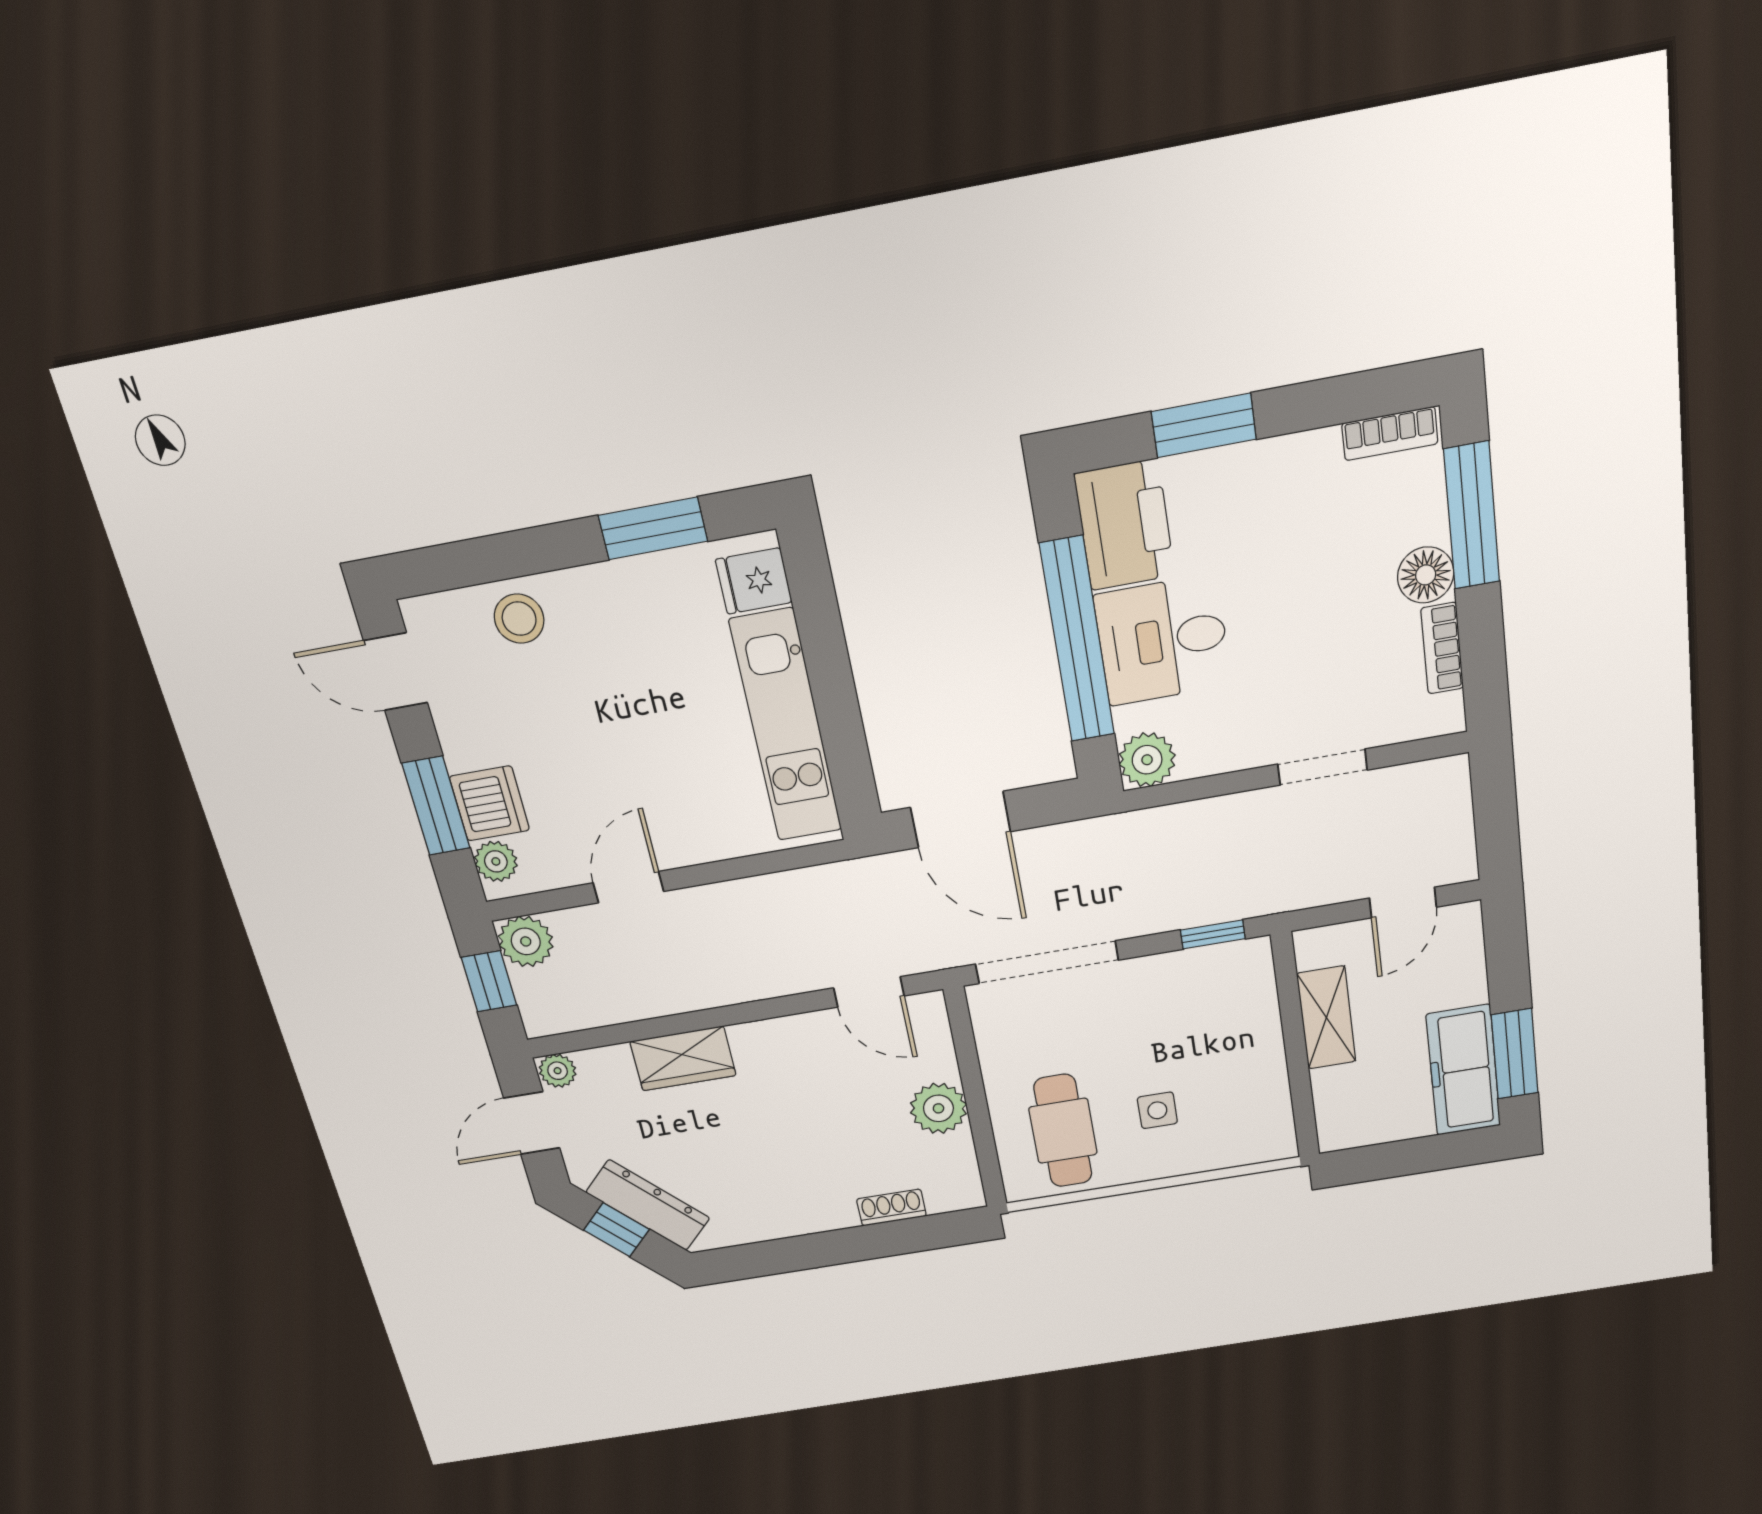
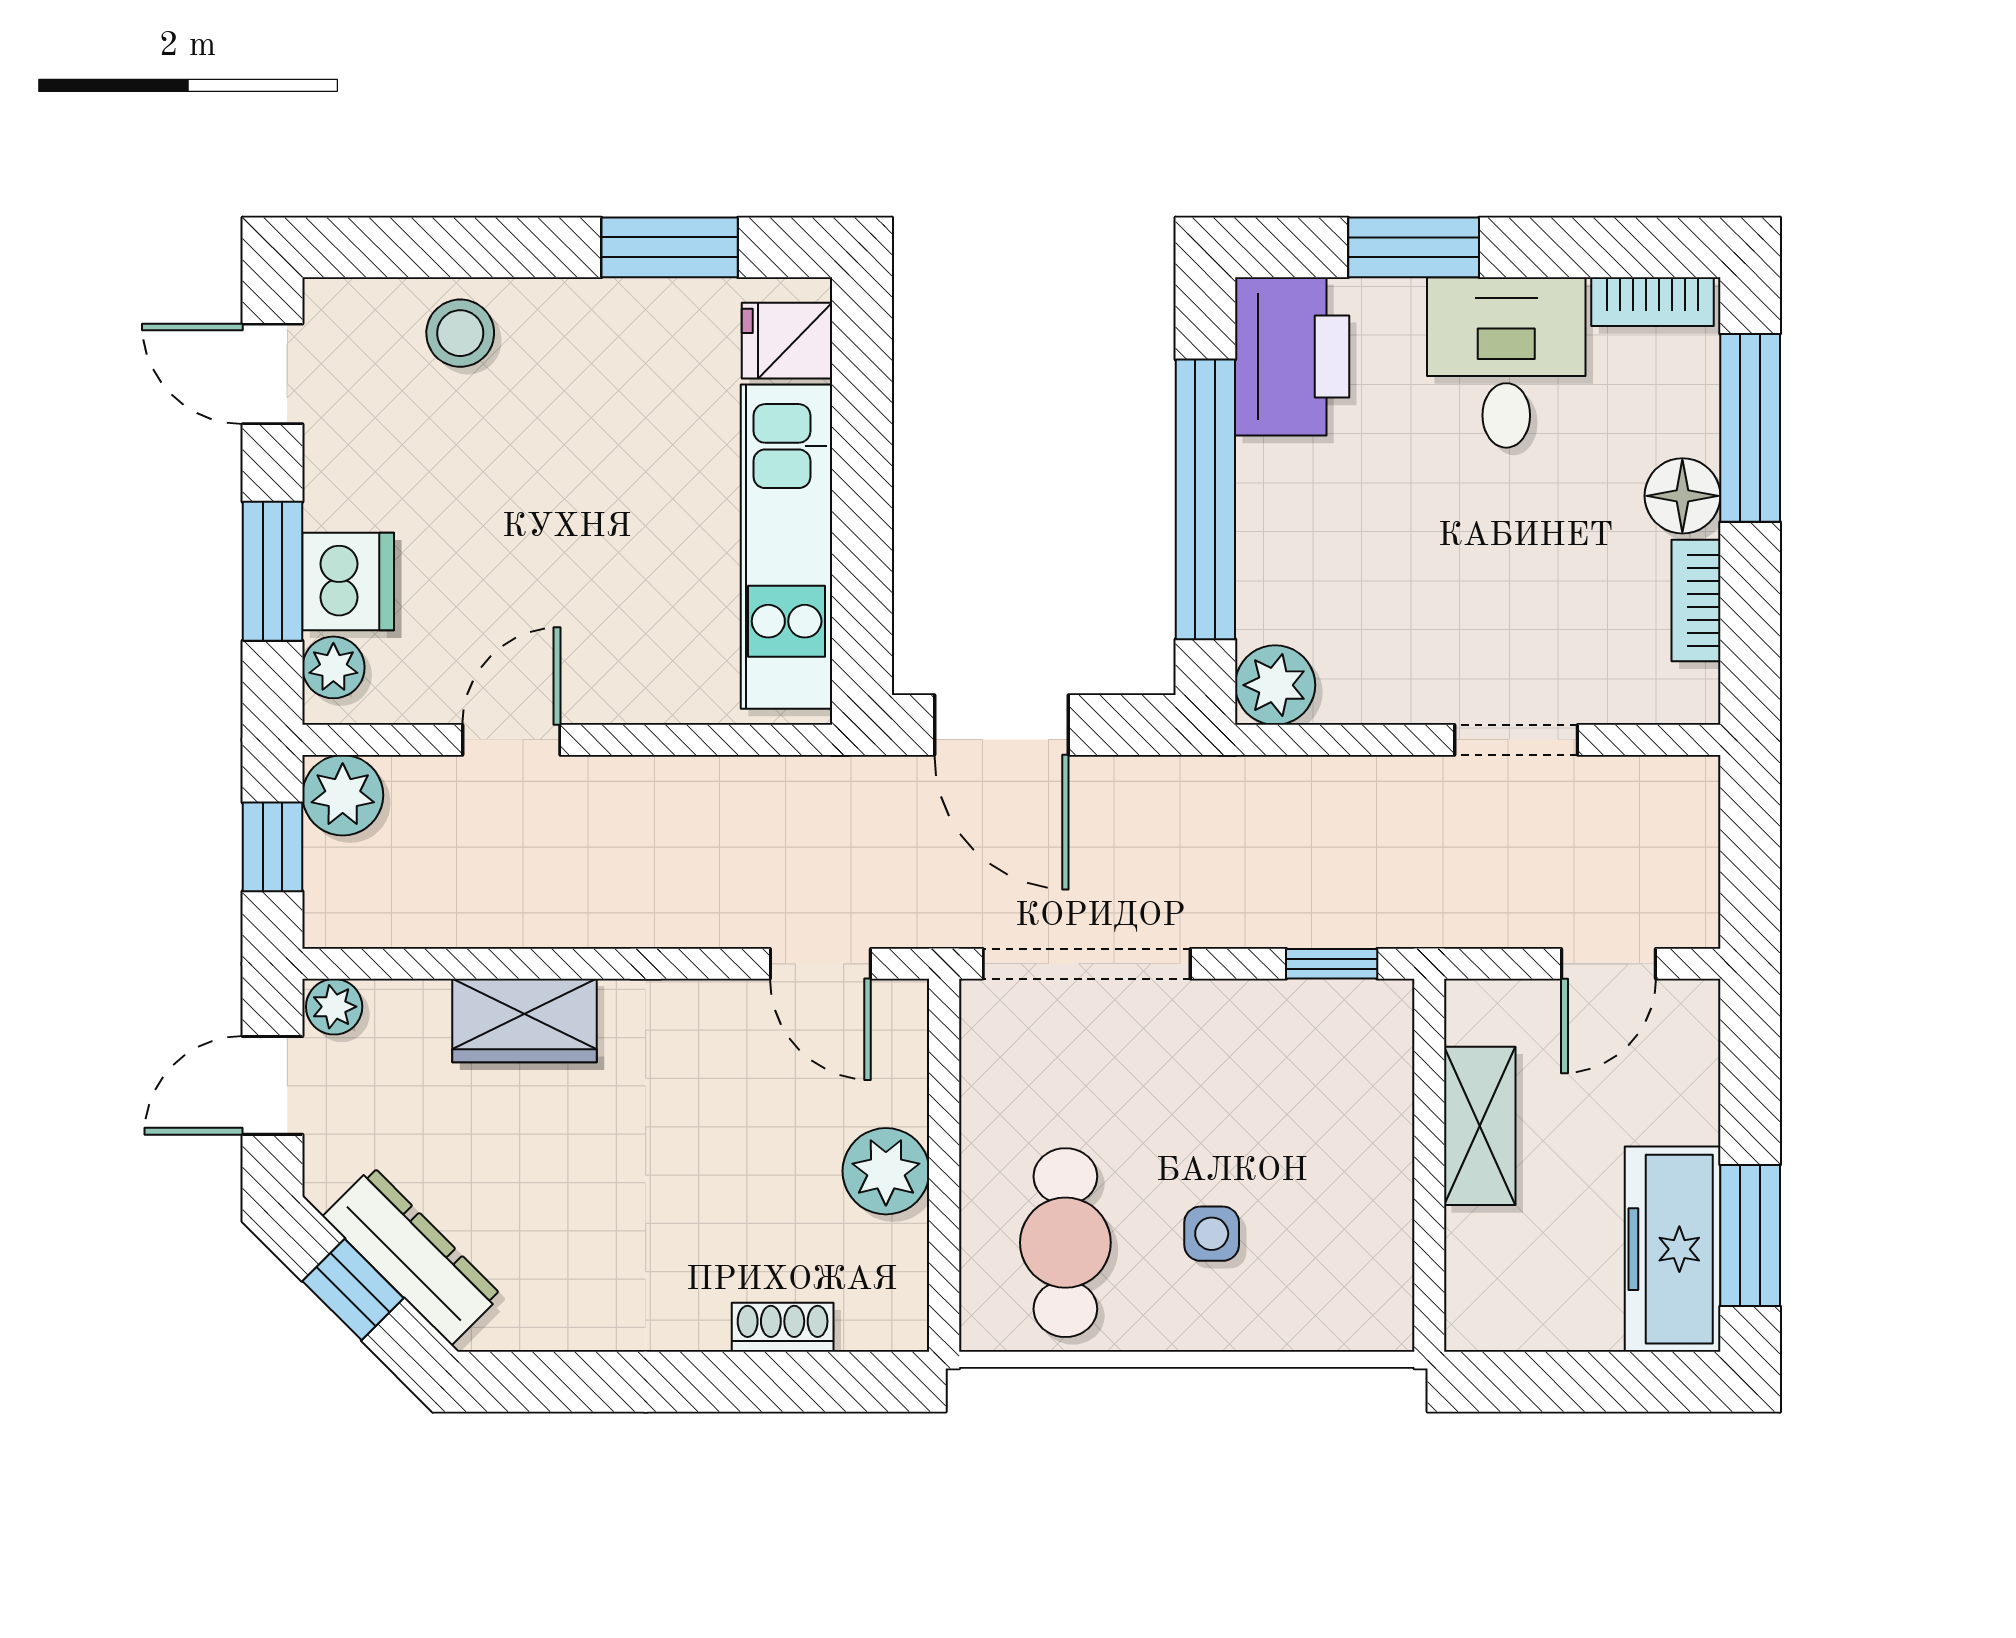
desk: (1163, 640) -> (1506, 363), moved, turned 90

